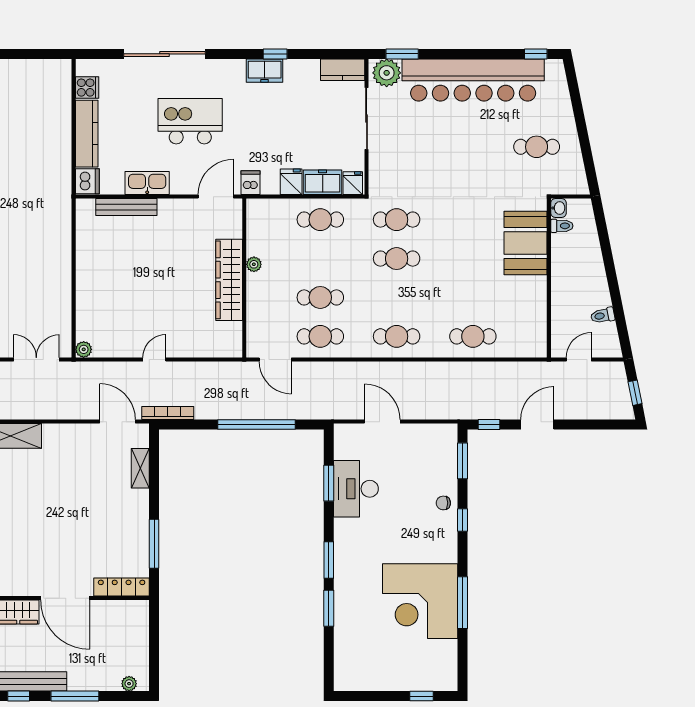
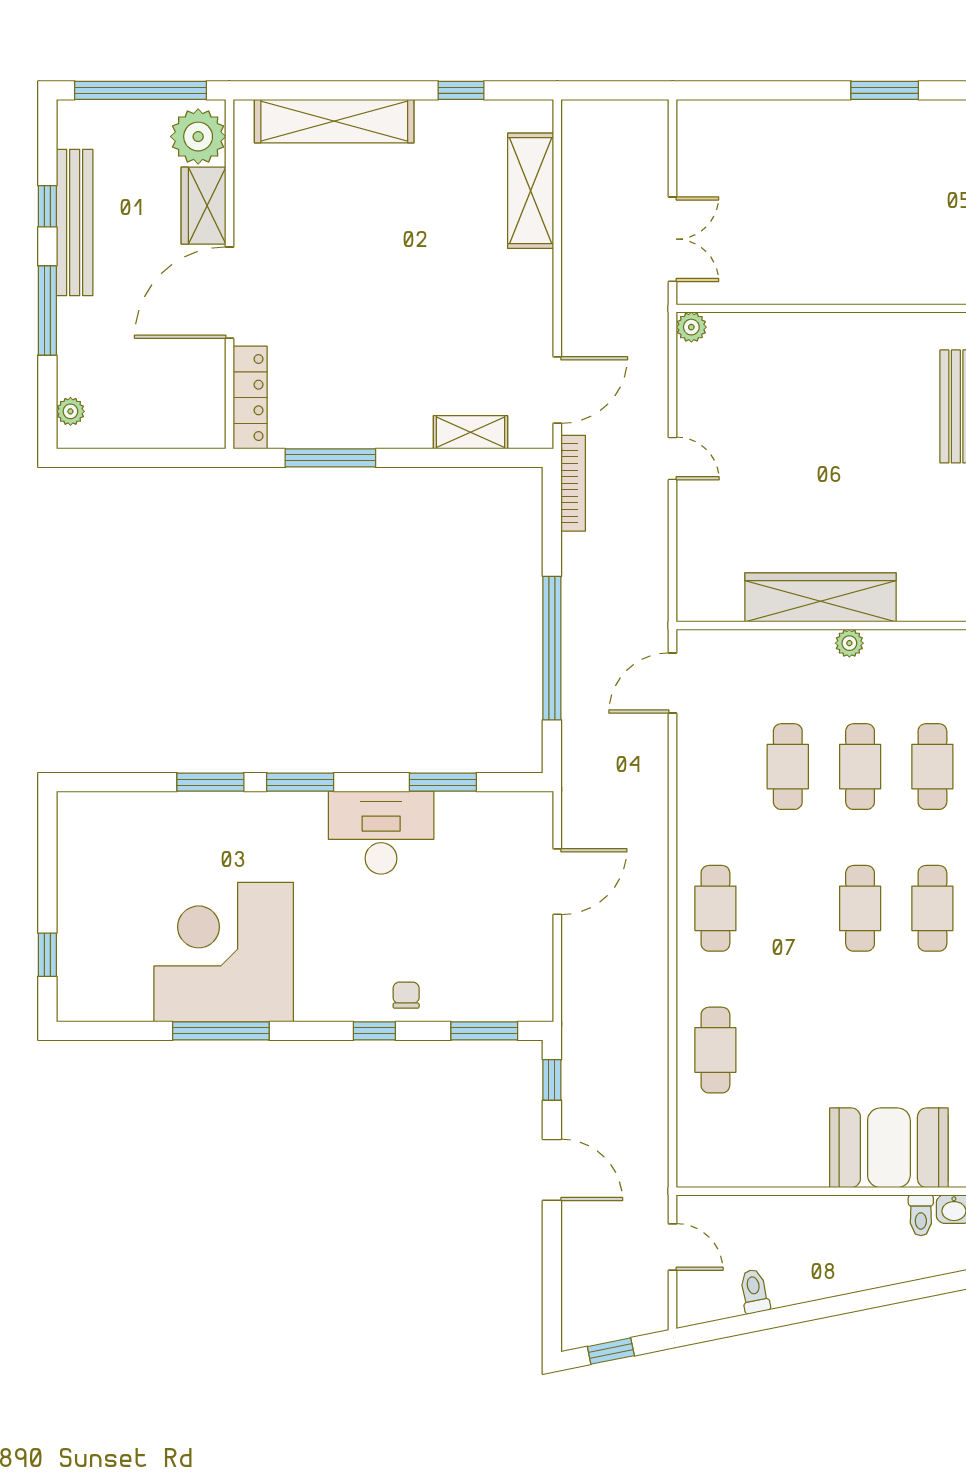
cafe table: (320, 336) -> (860, 767), moved
desk: (356, 489) -> (381, 833), moved

